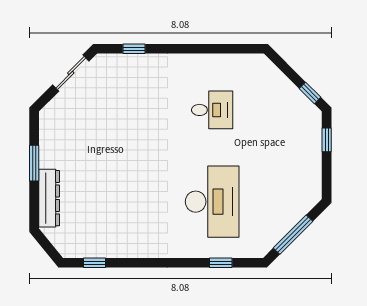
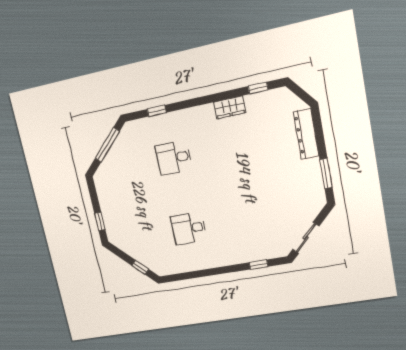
window: (310, 93) -> (140, 267), moved
window: (34, 163) -> (326, 173), moved
desk: (212, 202) -> (174, 158), width x0.53, depth x0.77
wardrobe: (132, 248) -> (230, 107), added

